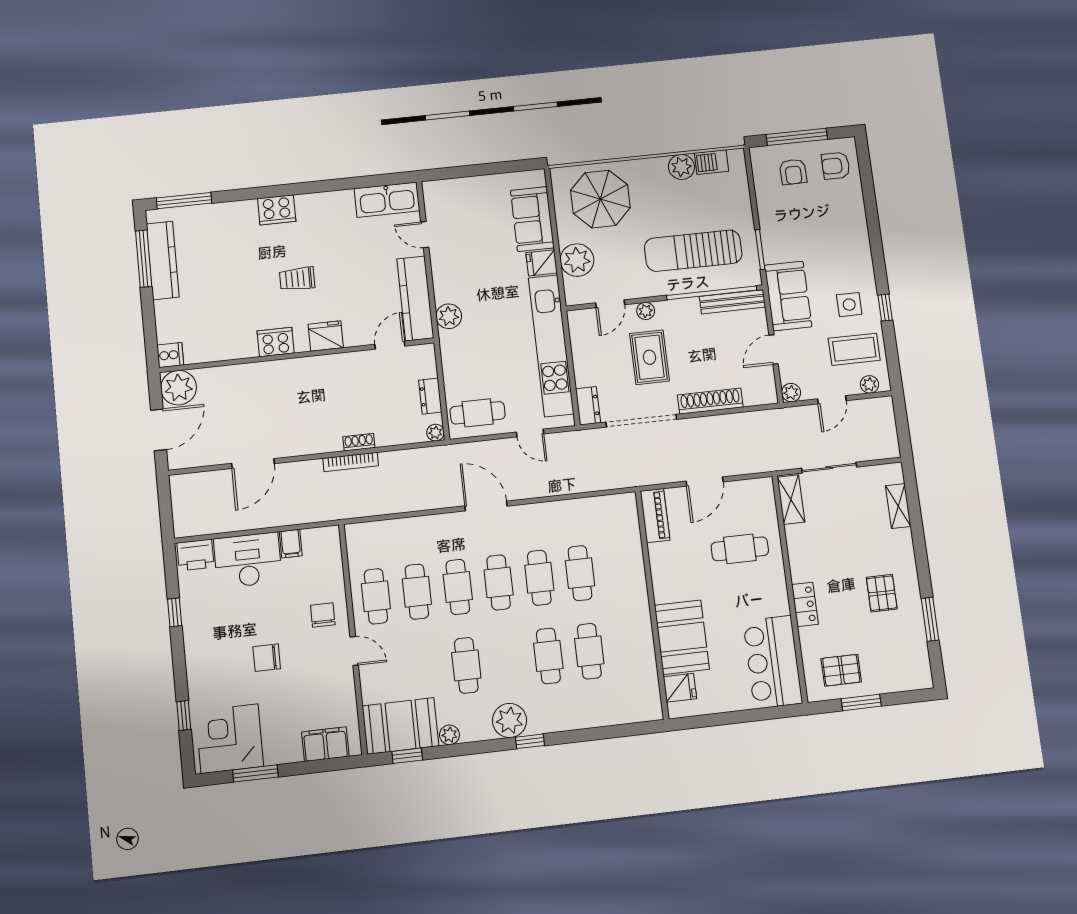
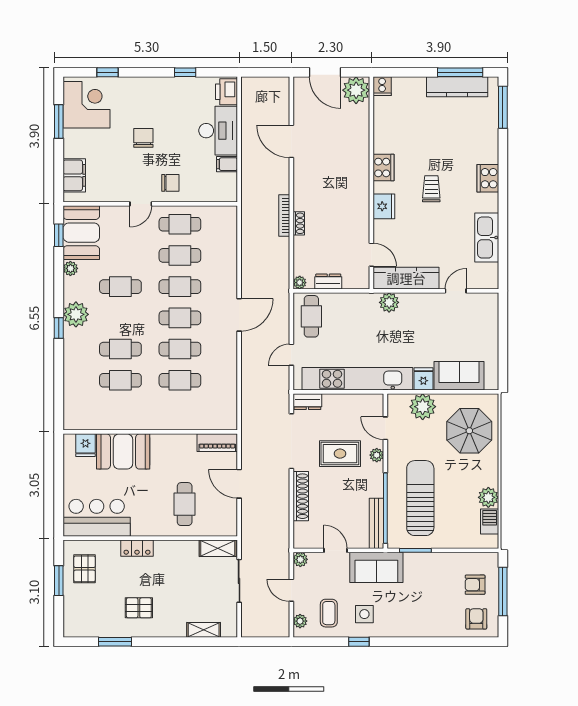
kitchen sink: (387, 200) -> (487, 238), moved
coffee table: (854, 349) -> (329, 613), width x0.73, depth x0.77

